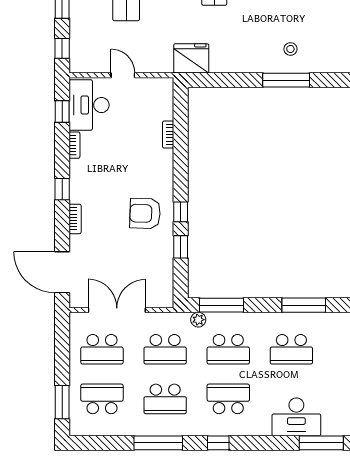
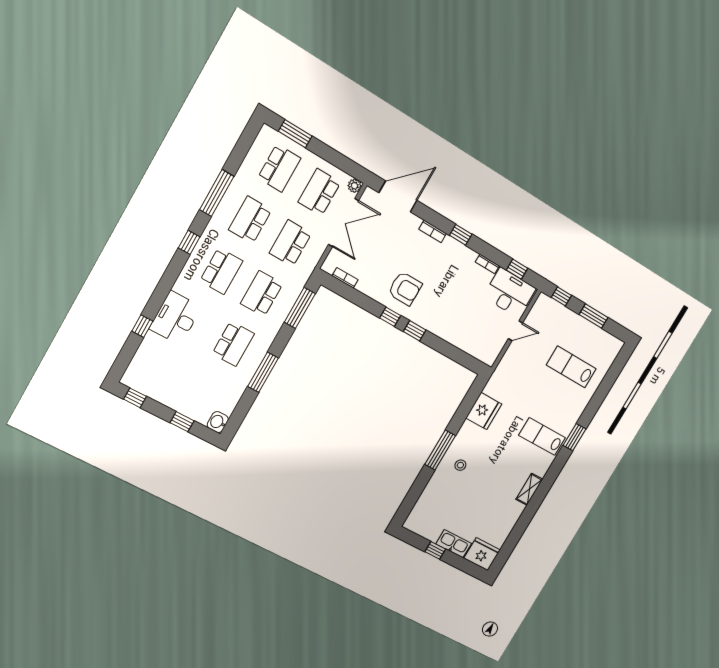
fridge: (191, 58) -> (484, 411), moved
bookcase: (168, 135) -> (345, 278), moved
armchair: (145, 213) -> (405, 289), turned 88
window: (181, 247) -> (415, 331), moved
plant: (198, 320) -> (355, 186), moved
school desk: (291, 349) -> (233, 344), turned 180
window: (321, 443) -> (142, 326), width x0.46

